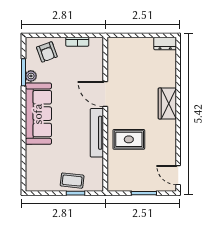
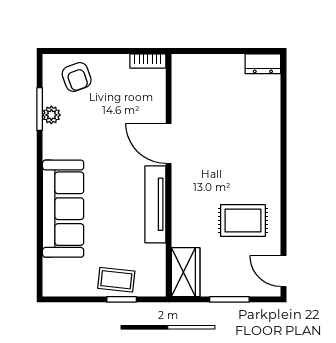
bookcase: (77, 42) -> (148, 61), moved
wardrobe: (167, 103) -> (186, 272), moved, turned 180
sofa: (38, 114) -> (63, 209), moved
rug: (129, 139) -> (243, 221), moved

